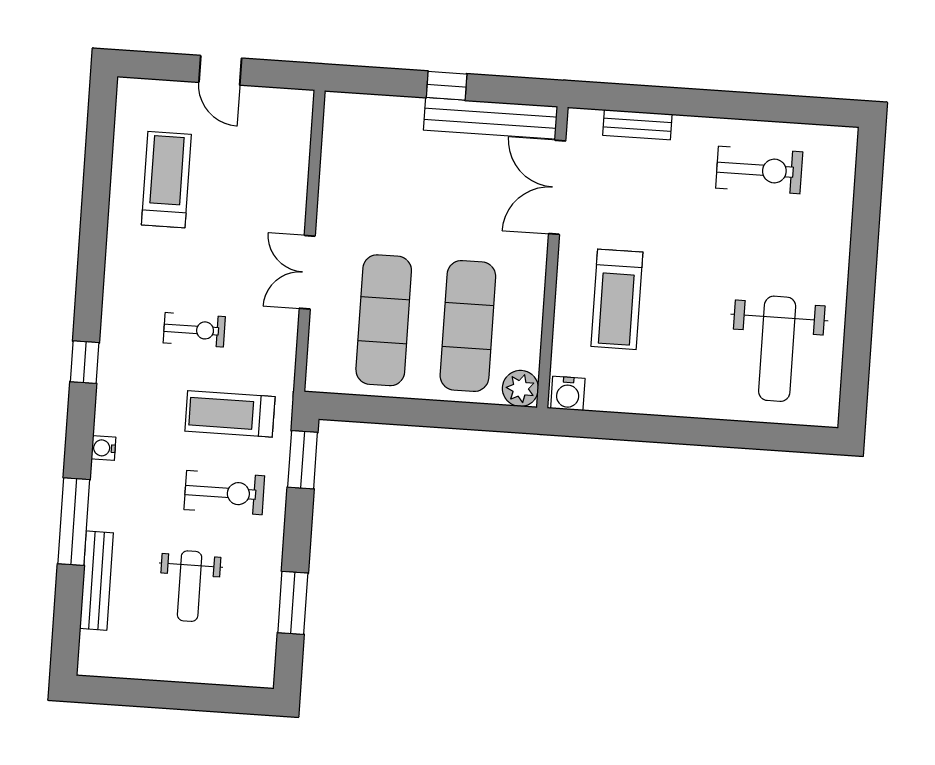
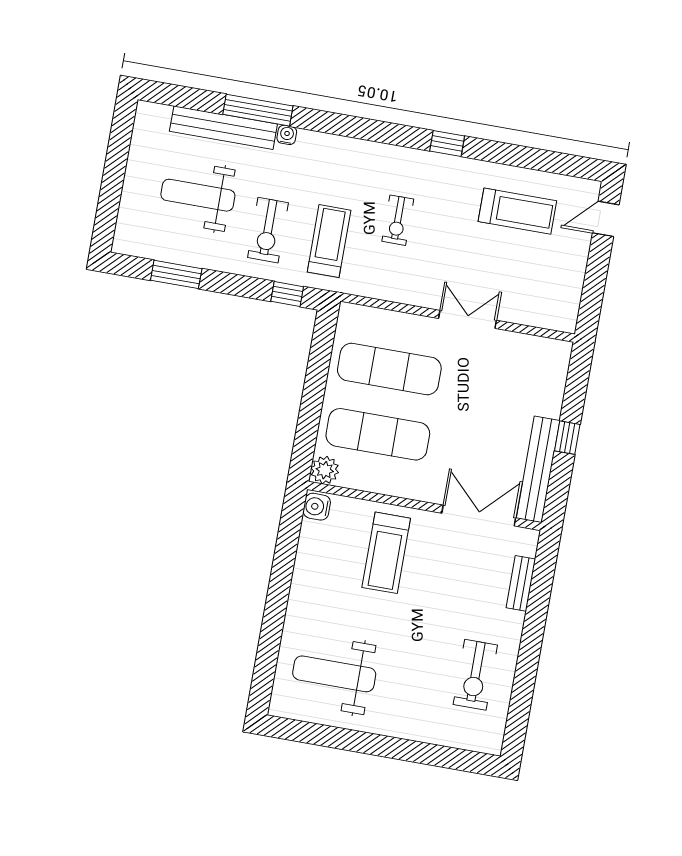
door: (220, 70) -> (606, 219), moved
double door: (307, 272) -> (467, 319), moved
treadmill: (617, 299) -> (386, 553), turned -90
window: (85, 362) -> (447, 144), moved
water cooler: (104, 448) -> (287, 135), moved
window: (303, 460) -> (287, 294), width x0.67
bench: (96, 581) -> (223, 128), width x1.37, depth x1.21
weight bench: (190, 586) -> (198, 195), width x1.36, depth x1.33

